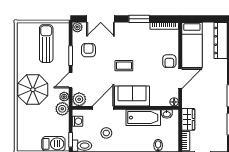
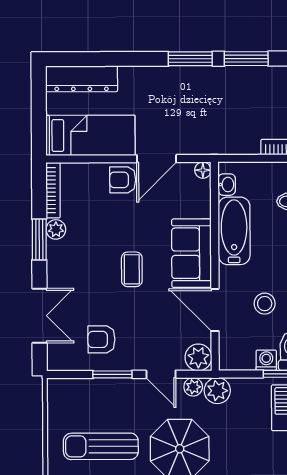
plant: (77, 27) -> (56, 229), moved
sun lounger: (46, 44) -> (101, 446), moved
armchair: (169, 61) -> (123, 180), turned 180
door: (180, 78) -> (157, 159), swing flipped
wardrobe: (188, 119) -> (237, 142), removed
washing machine: (78, 121) -> (266, 360), moved

